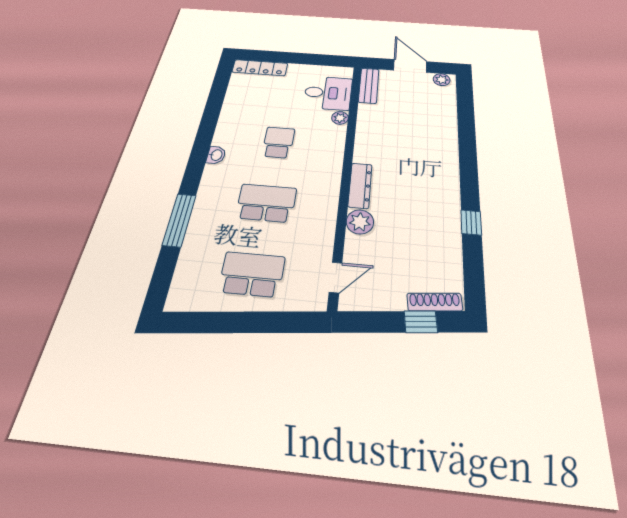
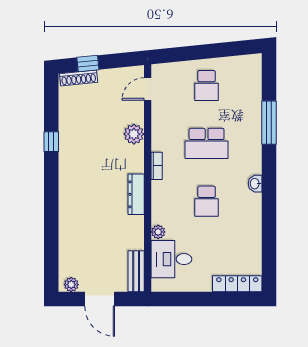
bookcase: (334, 183) -> (157, 166), added
dresser: (360, 185) -> (136, 194), moved
school desk: (252, 274) -> (207, 86), width x0.54

